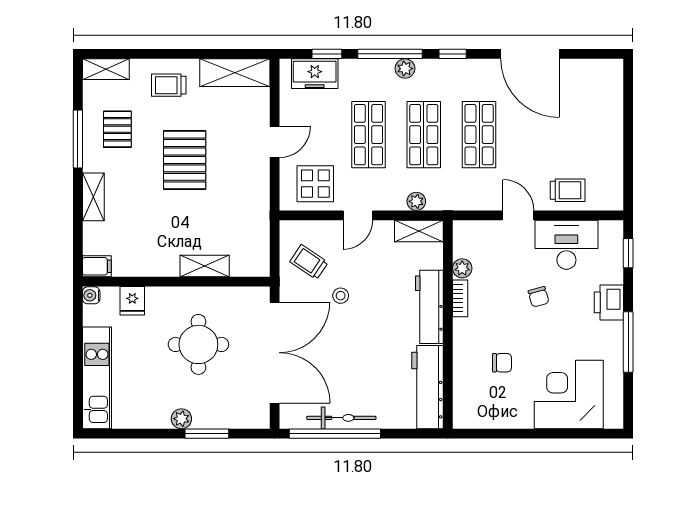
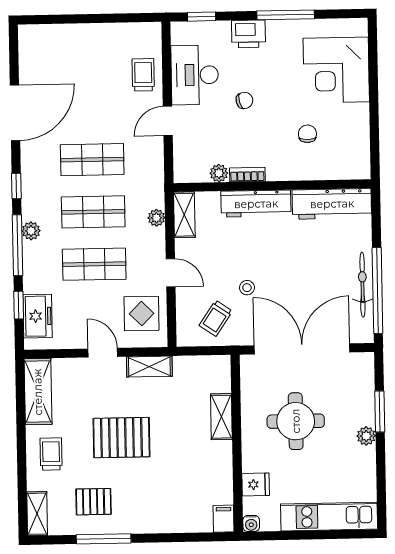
trolley: (169, 85) -> (51, 454), turned 180
shelving: (93, 197) -> (149, 367), moved

